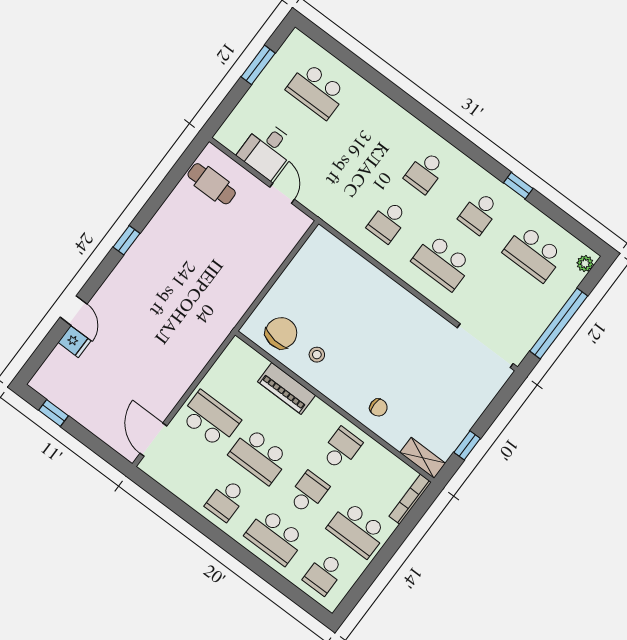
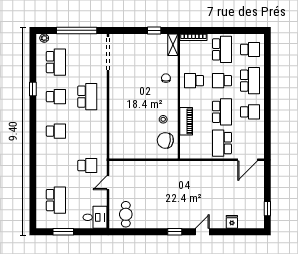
desk: (267, 150) -> (95, 217), moved
school desk: (388, 222) -> (87, 166), moved
door: (74, 311) -> (202, 232), moved

